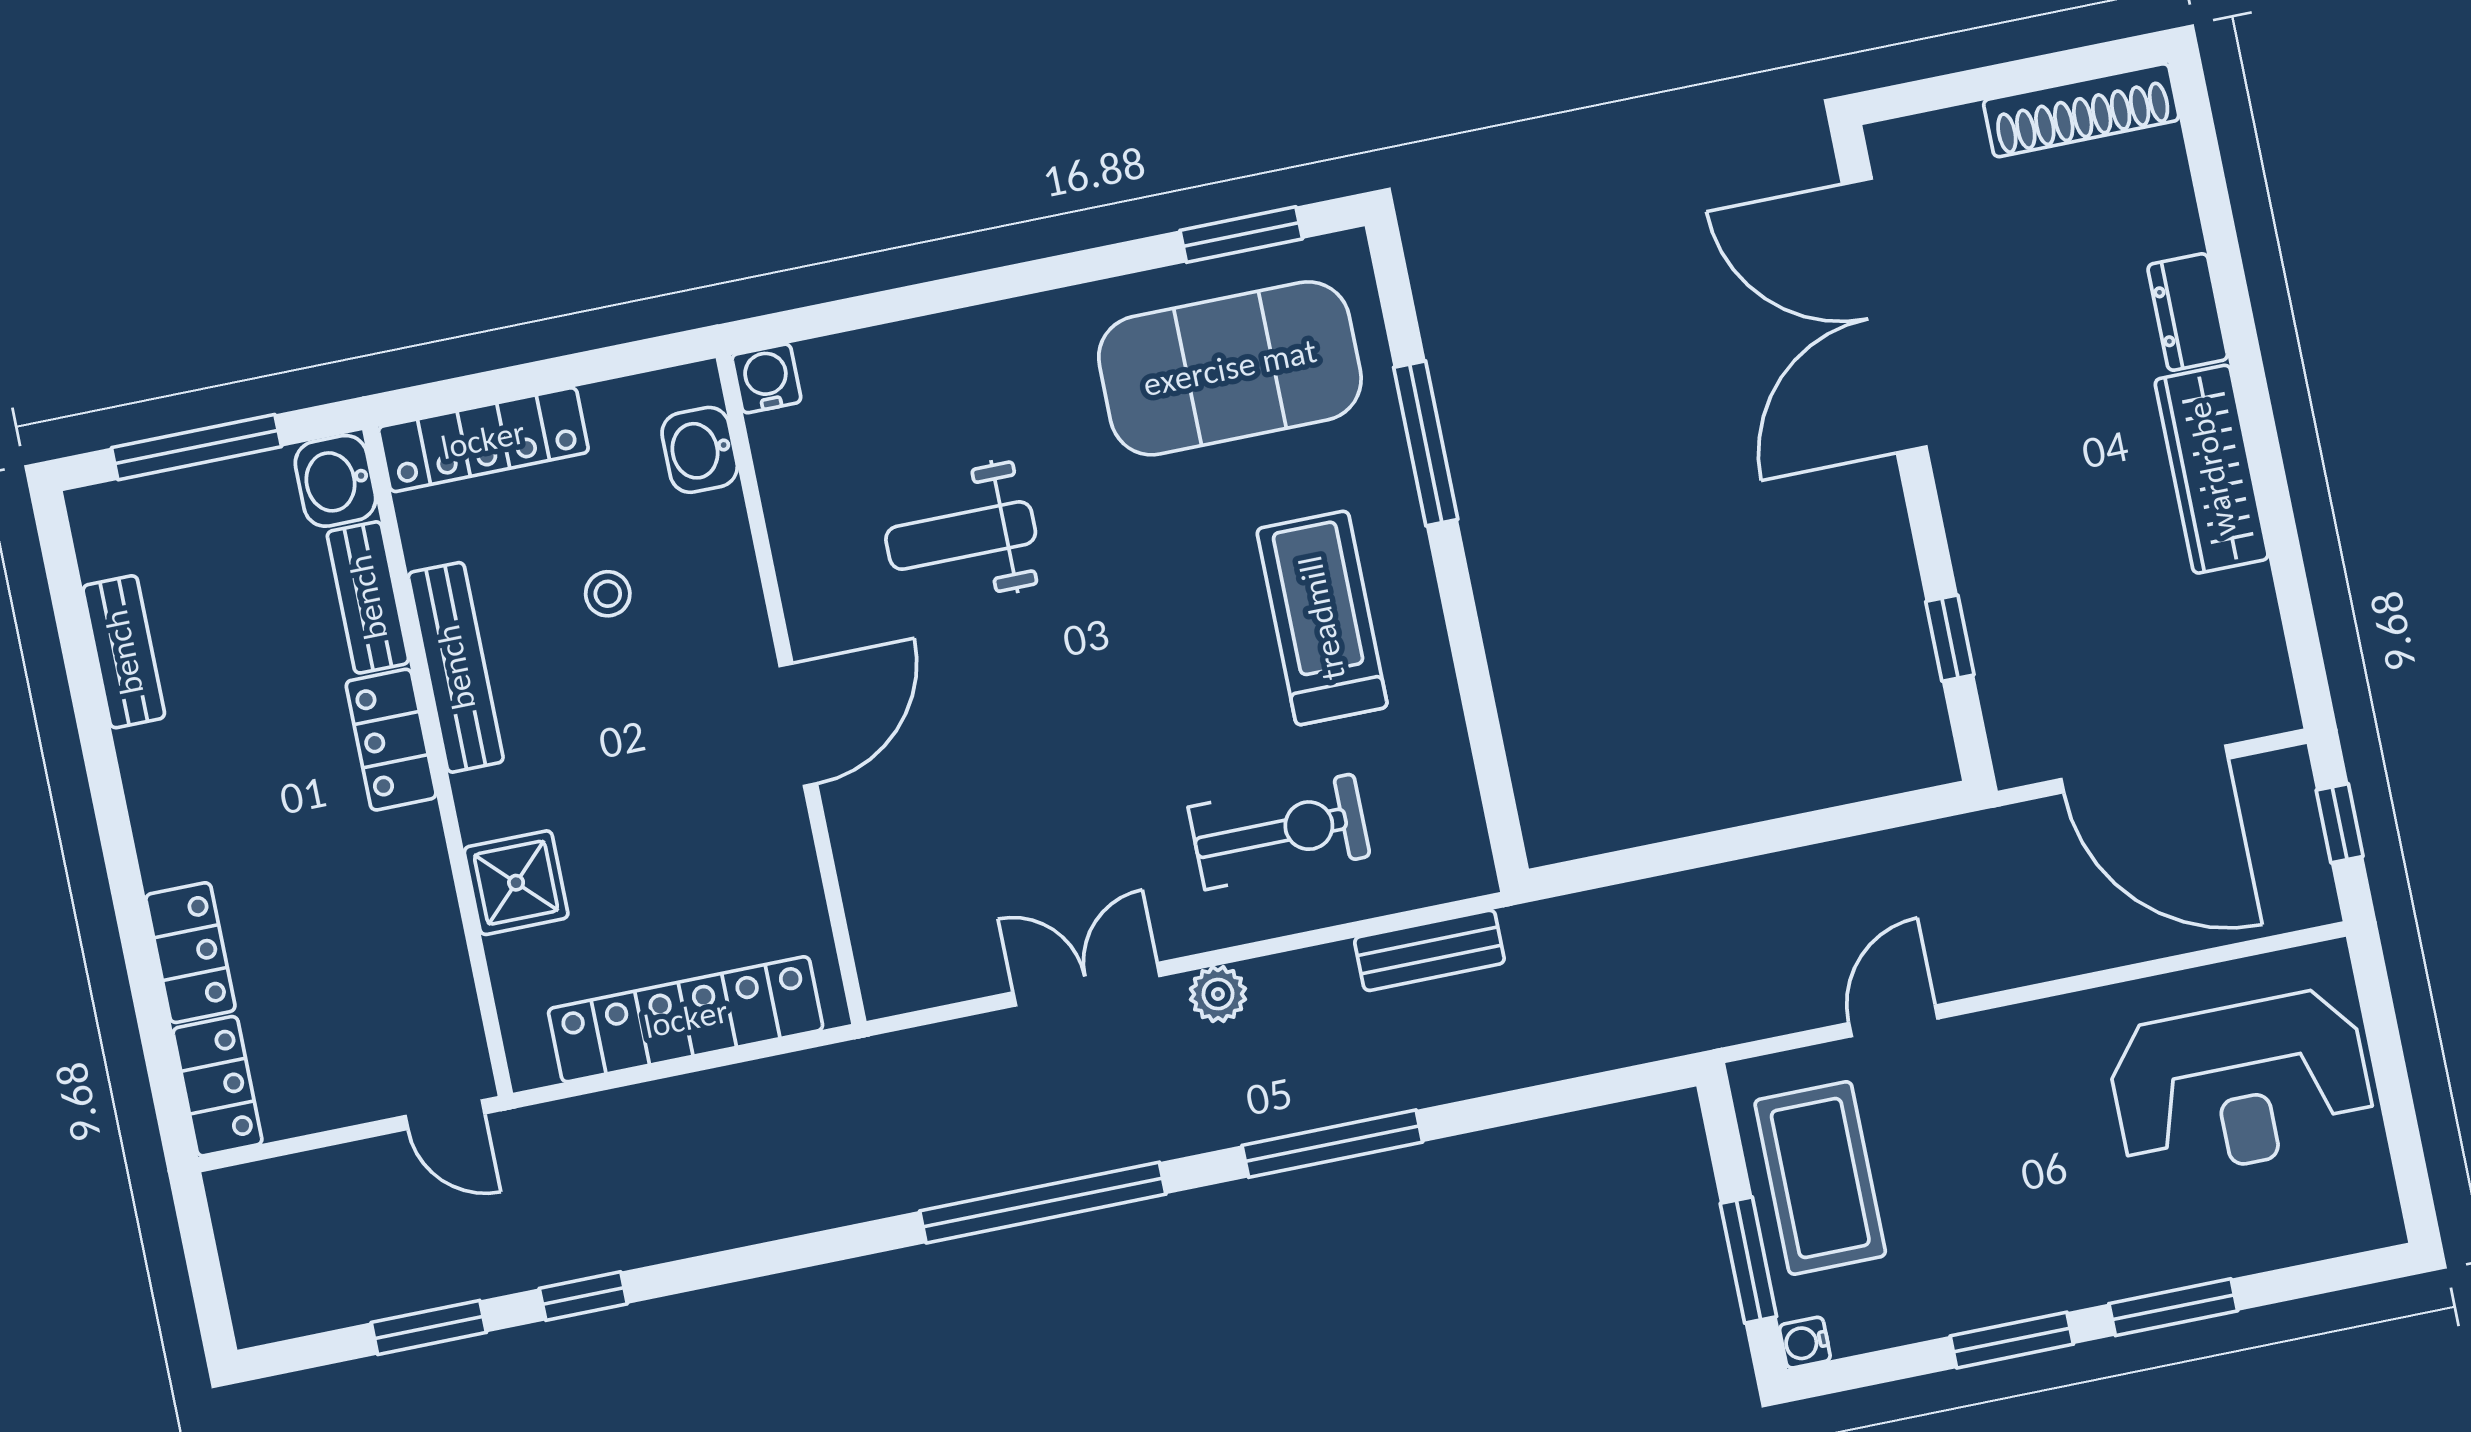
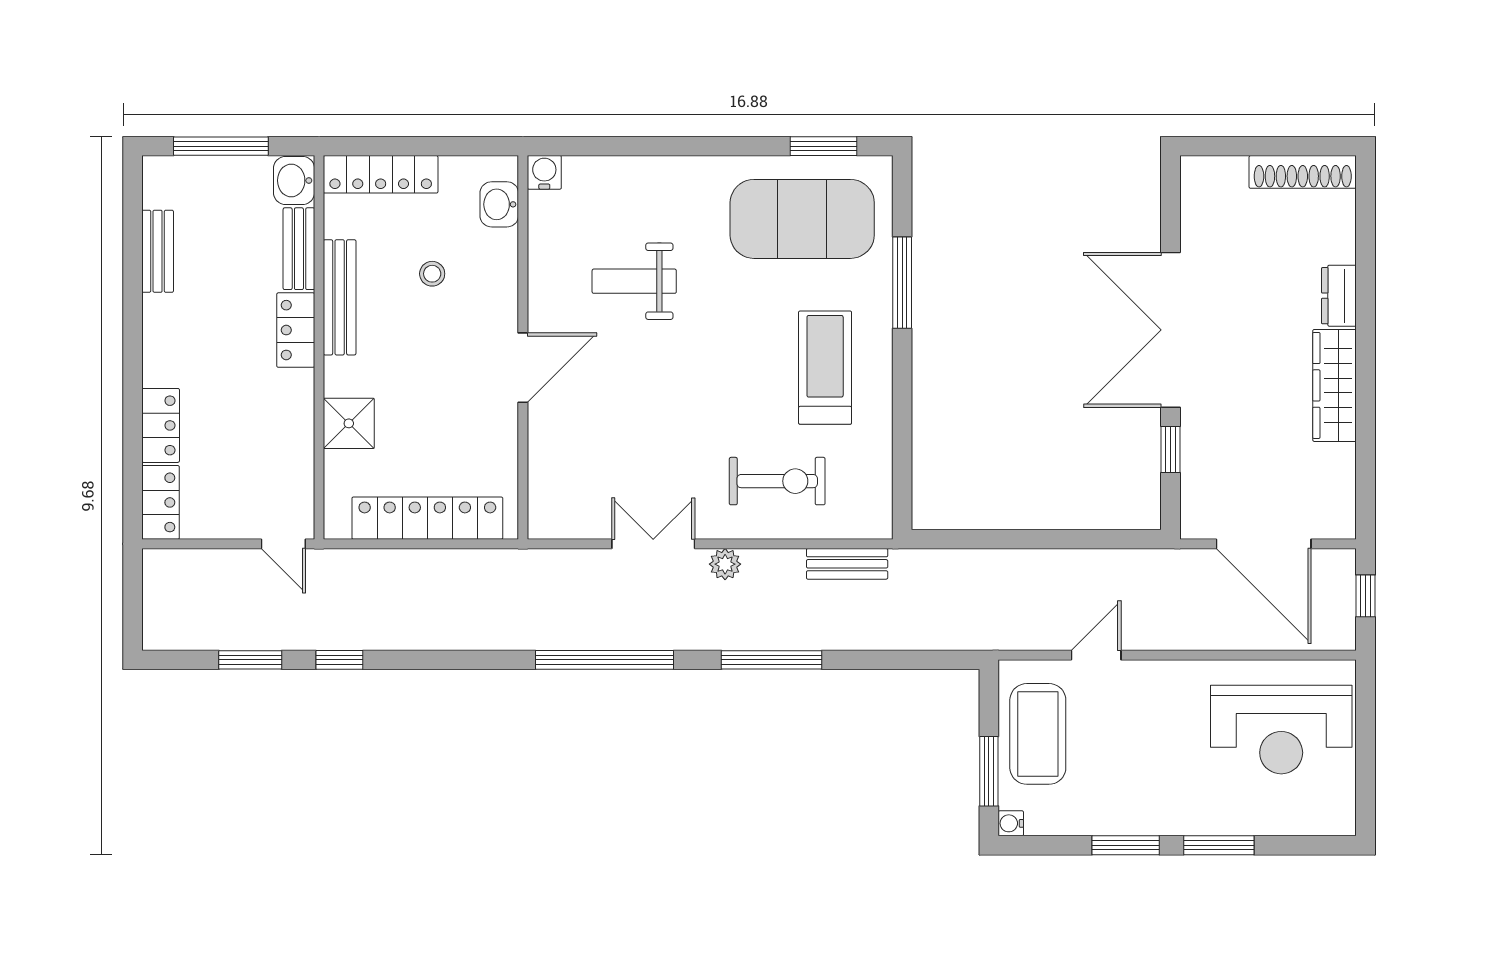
double door: (1884, 316) -> (1171, 330), moved

